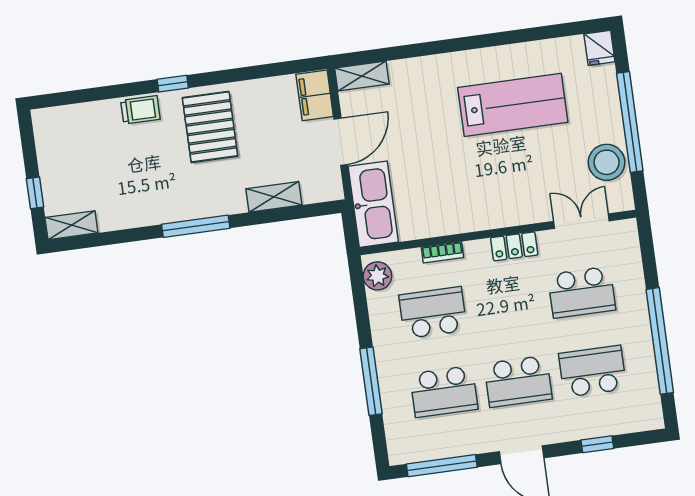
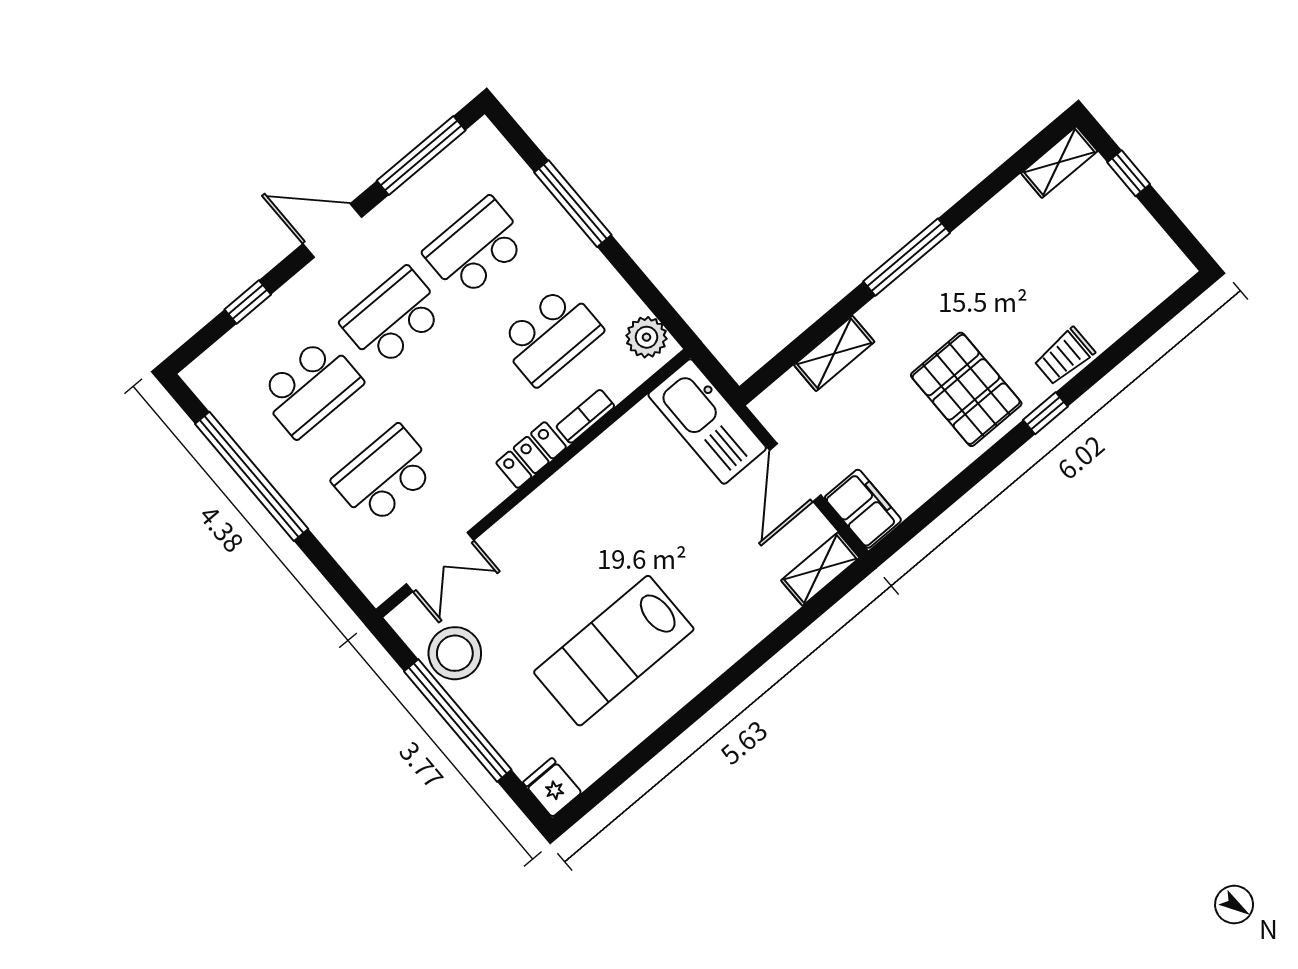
locker: (514, 246) -> (531, 455), moved

